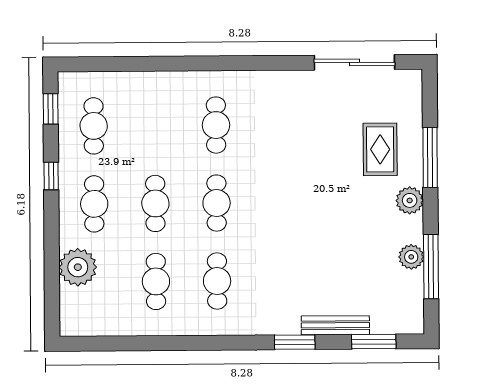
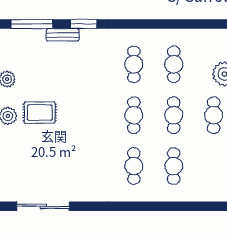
cafe table: (94, 126) -> (174, 166), moved
rug: (380, 149) -> (40, 113), moved, turned 90
bench: (335, 325) -> (63, 35), width x0.73
window: (374, 342) -> (32, 24), width x1.44

